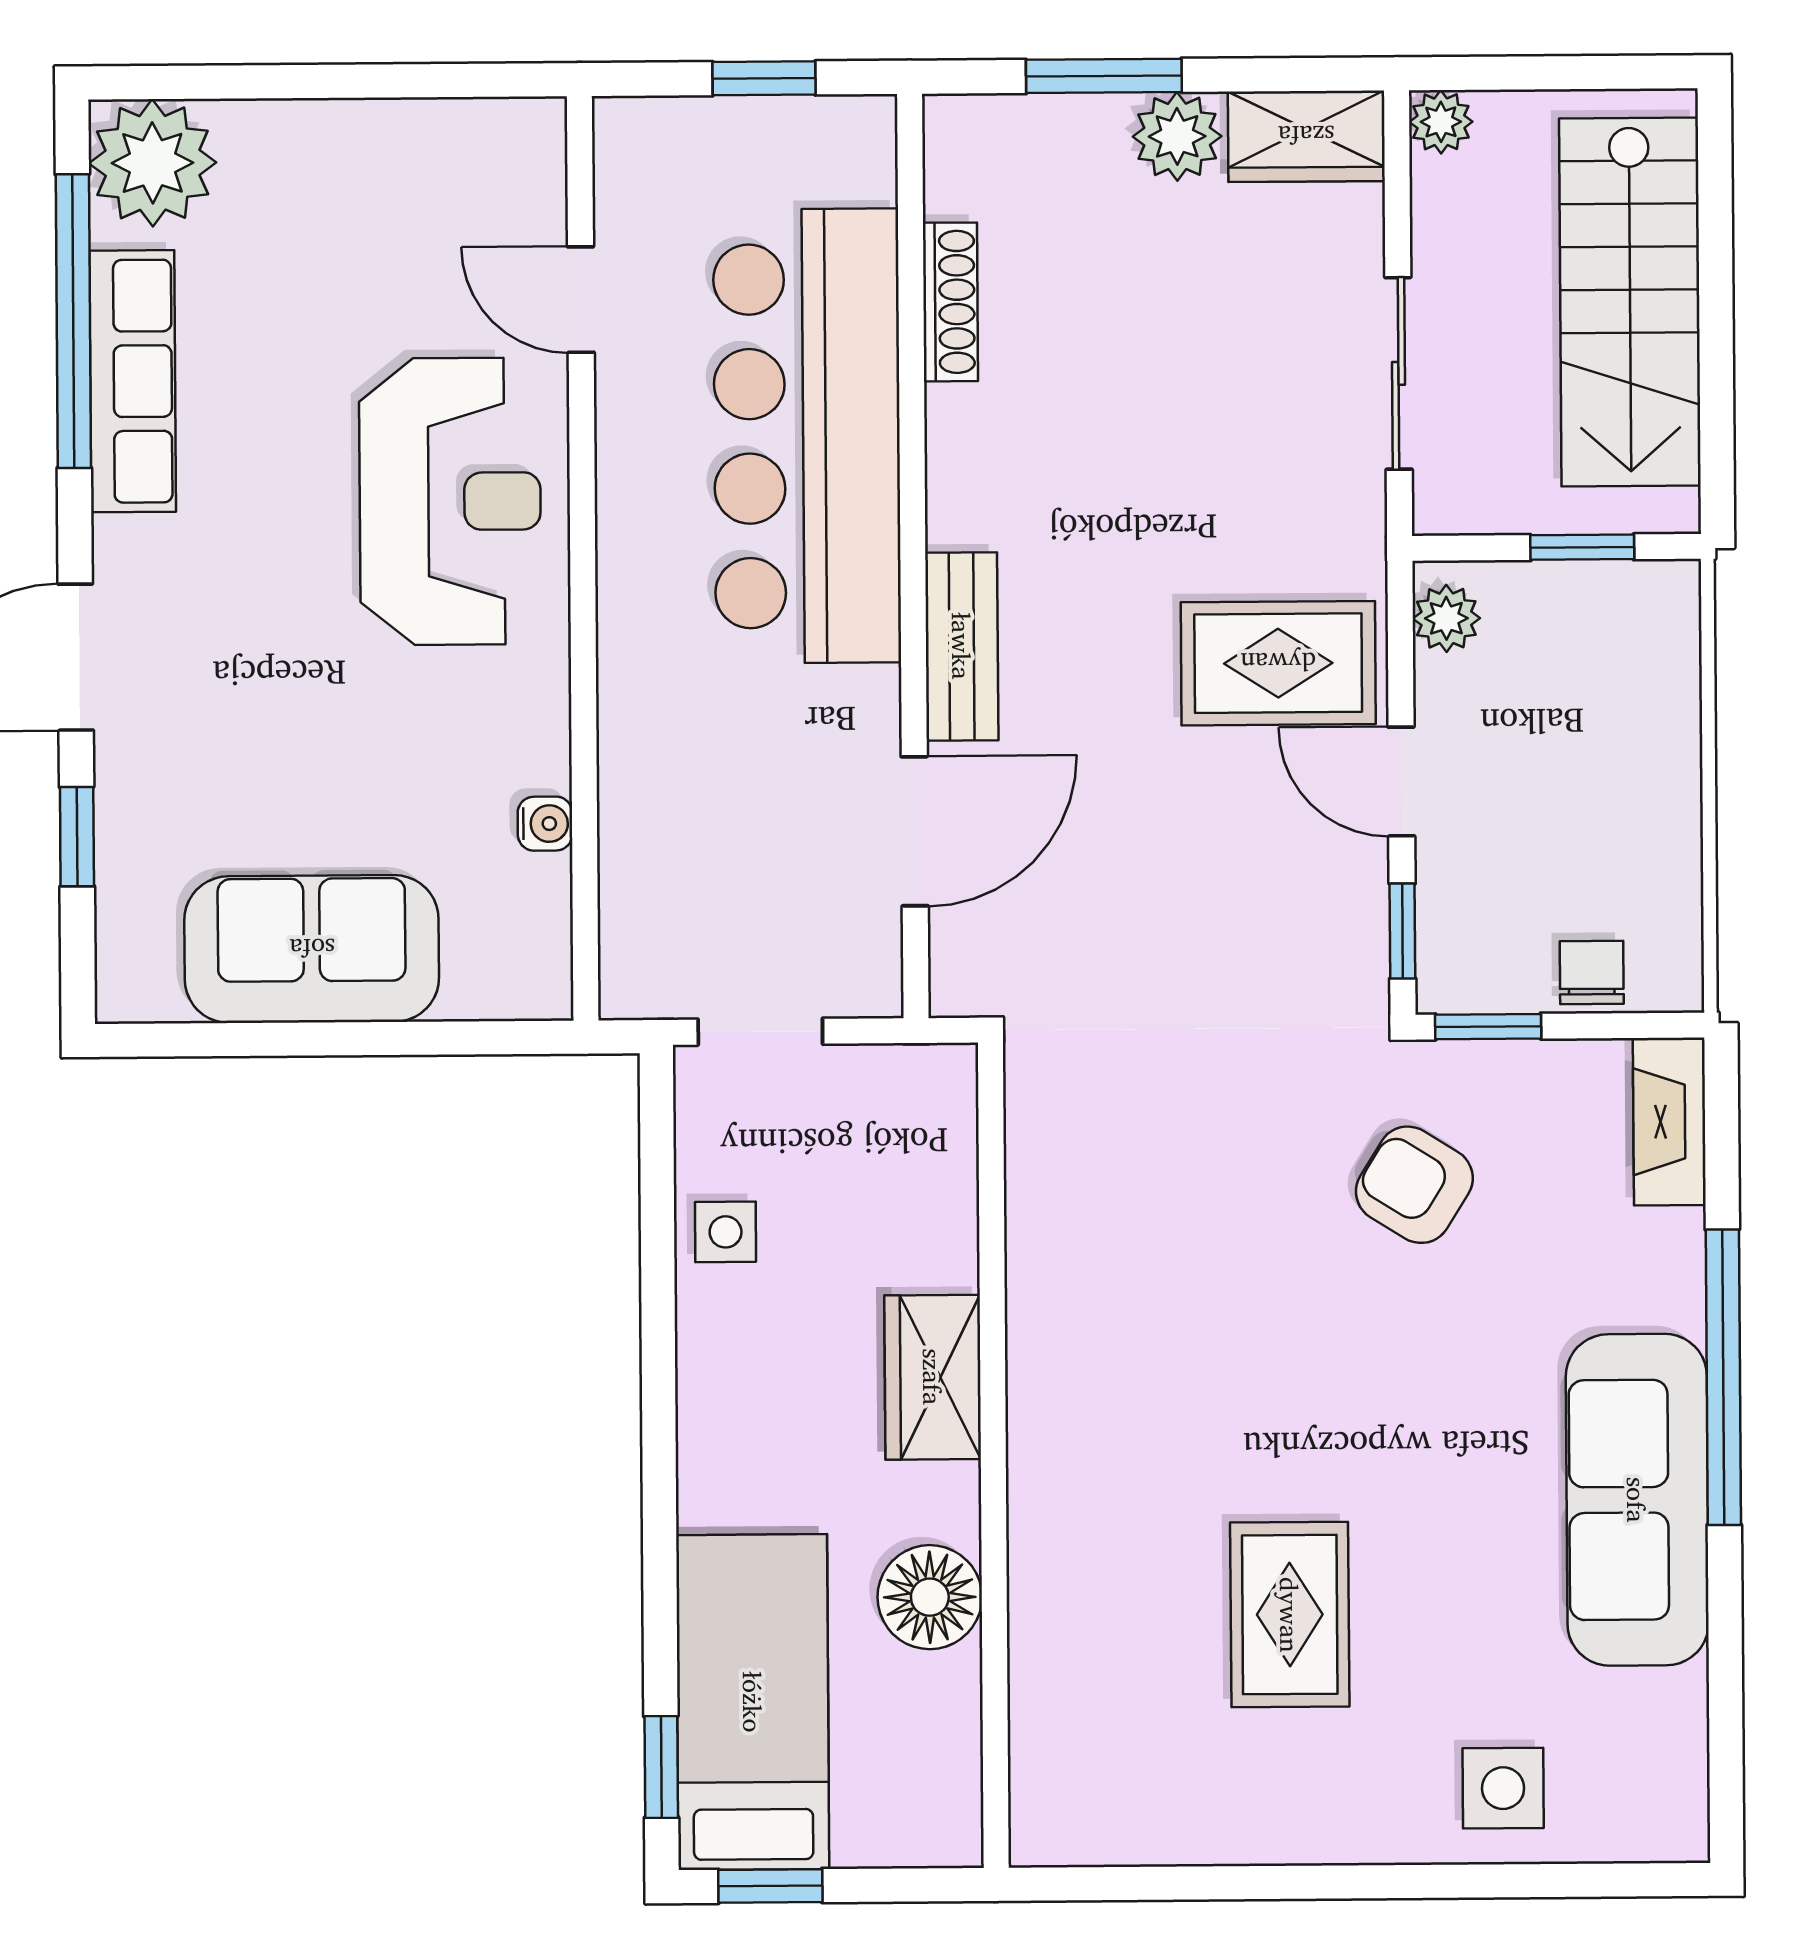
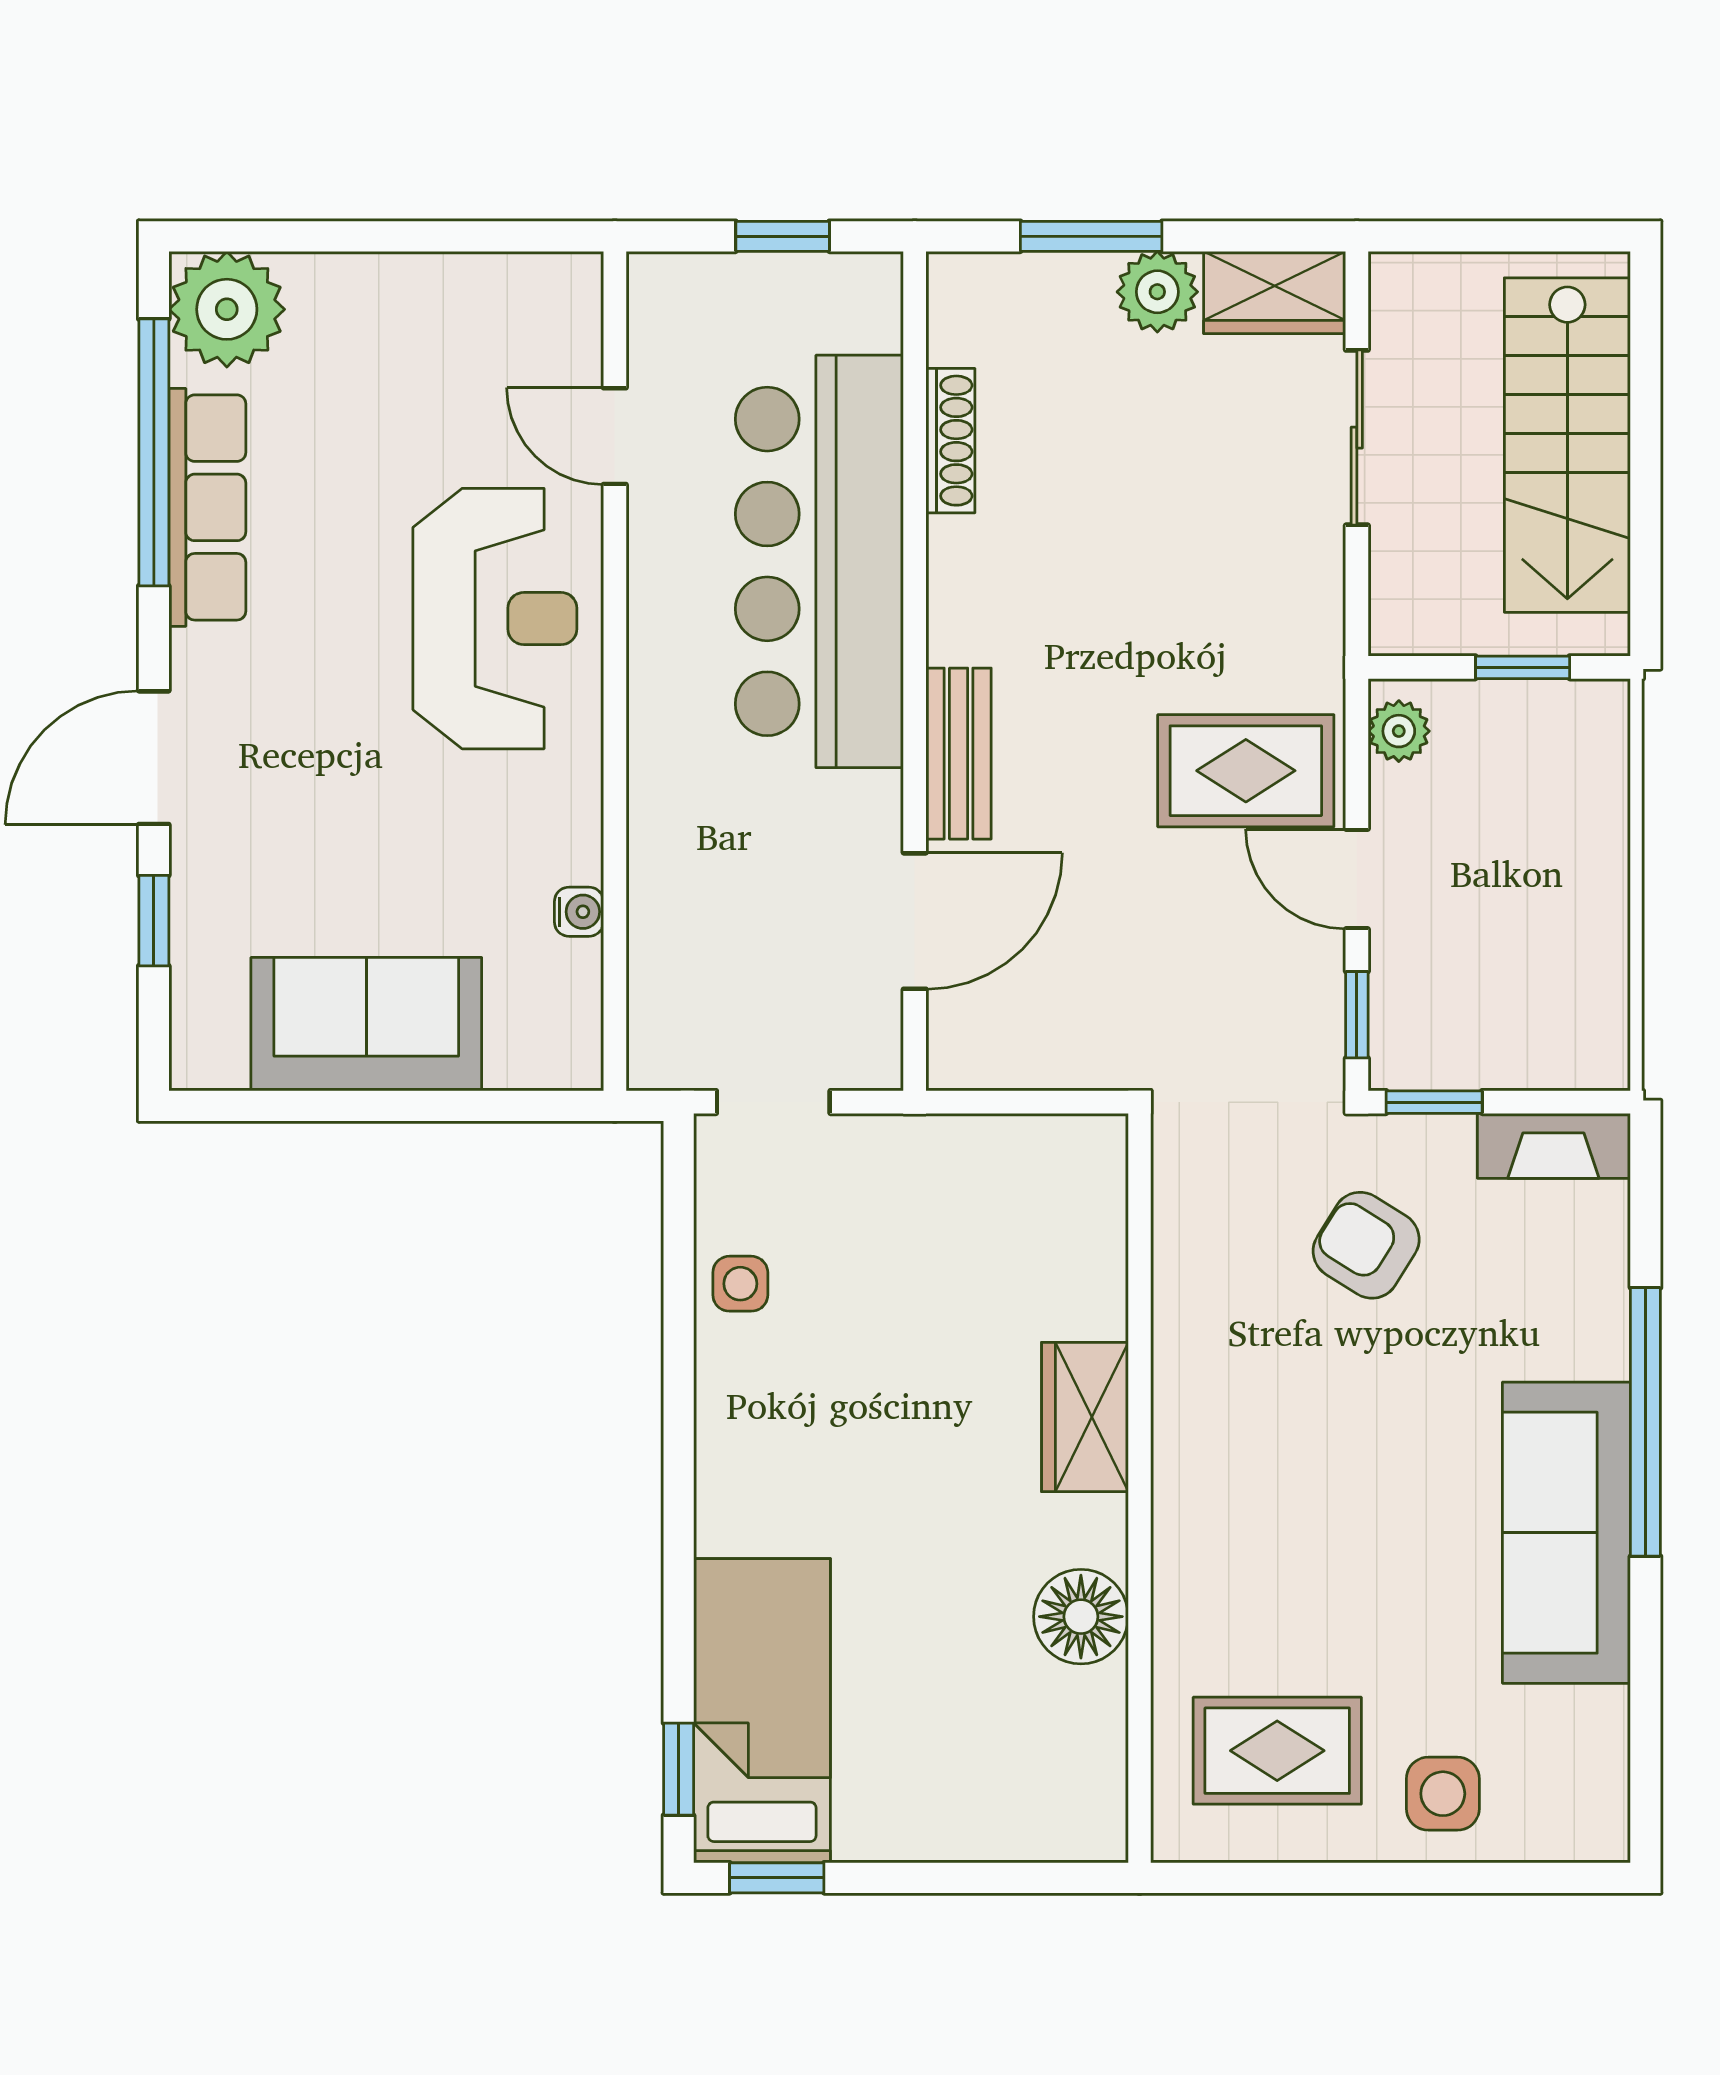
plant: (1441, 122) -> (1397, 280), removed
sliding door: (1399, 373) -> (1357, 438), moved
chair: (1592, 973) -> (1529, 1054), removed
fireplace: (1669, 1122) -> (1553, 1146), moved, turned -90
wardrobe: (933, 1377) -> (1085, 1417), moved
wall: (993, 1455) -> (1140, 1488), moved
floor lamp: (930, 1597) -> (1081, 1617), moved
rug: (1290, 1615) -> (1277, 1751), moved, turned 90

